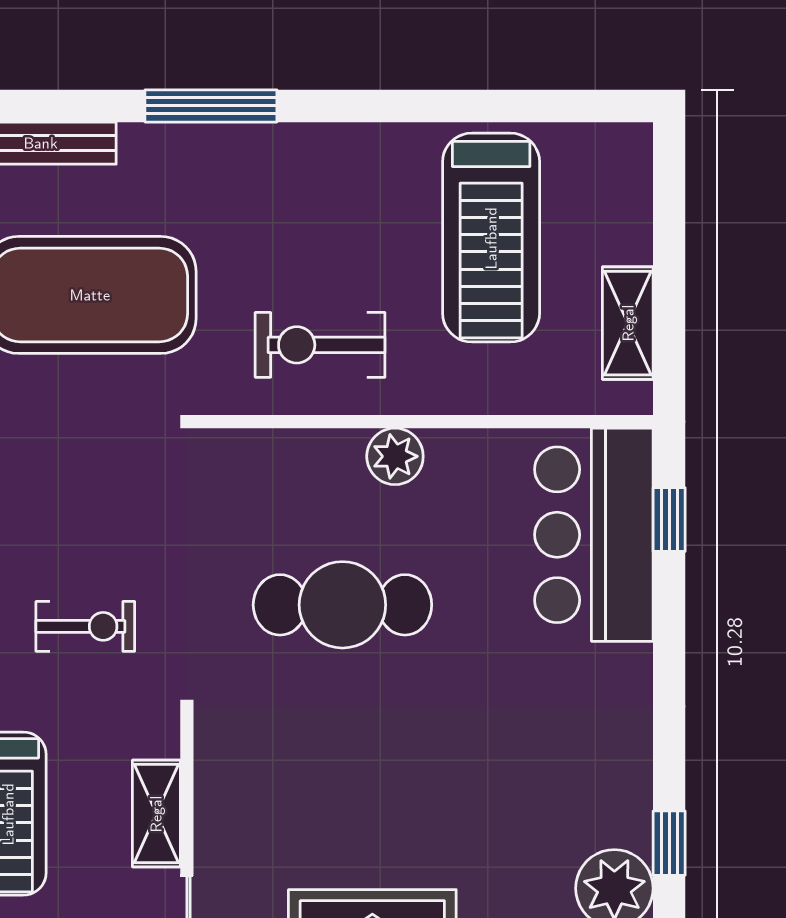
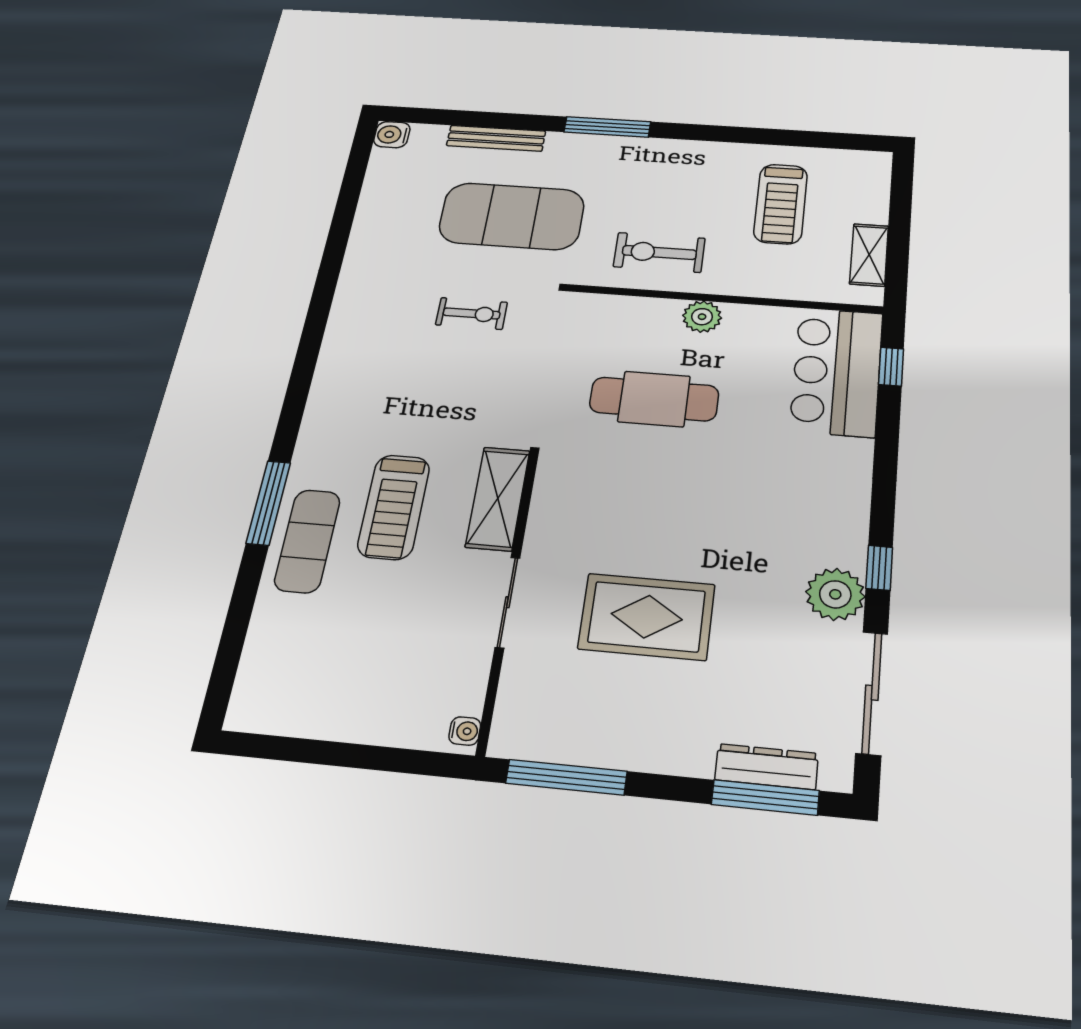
treadmill: (491, 238) -> (781, 204), width x0.73, depth x0.73
exercise bike: (85, 626) -> (472, 314), moved
shelving: (156, 814) -> (498, 499), width x1.50, depth x1.33

